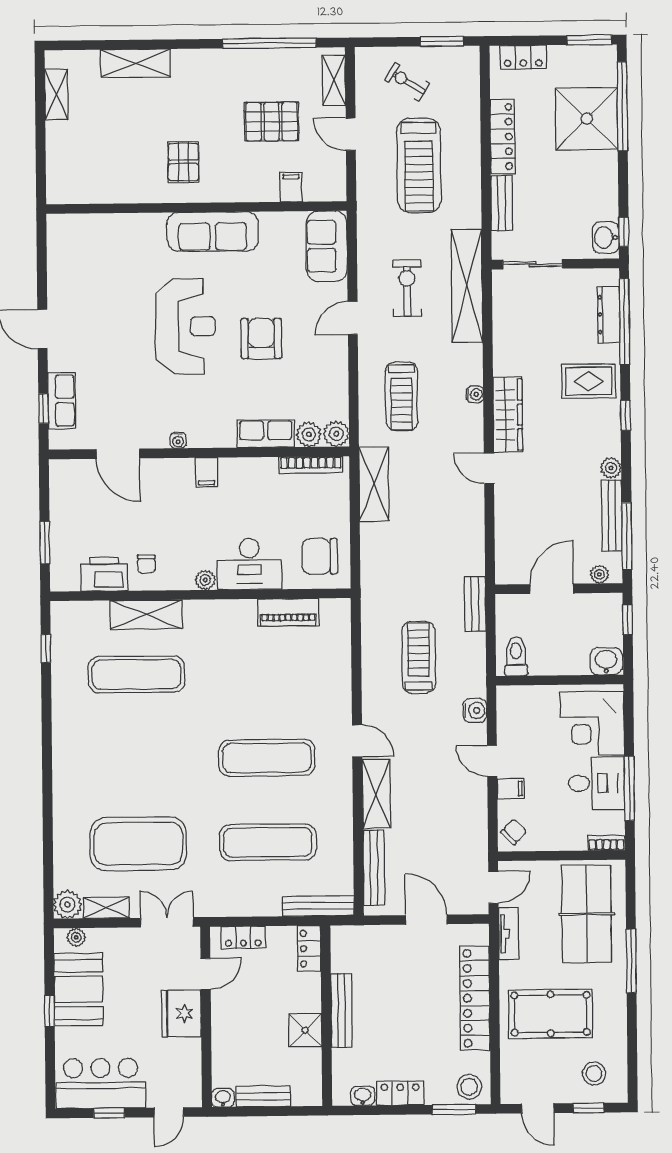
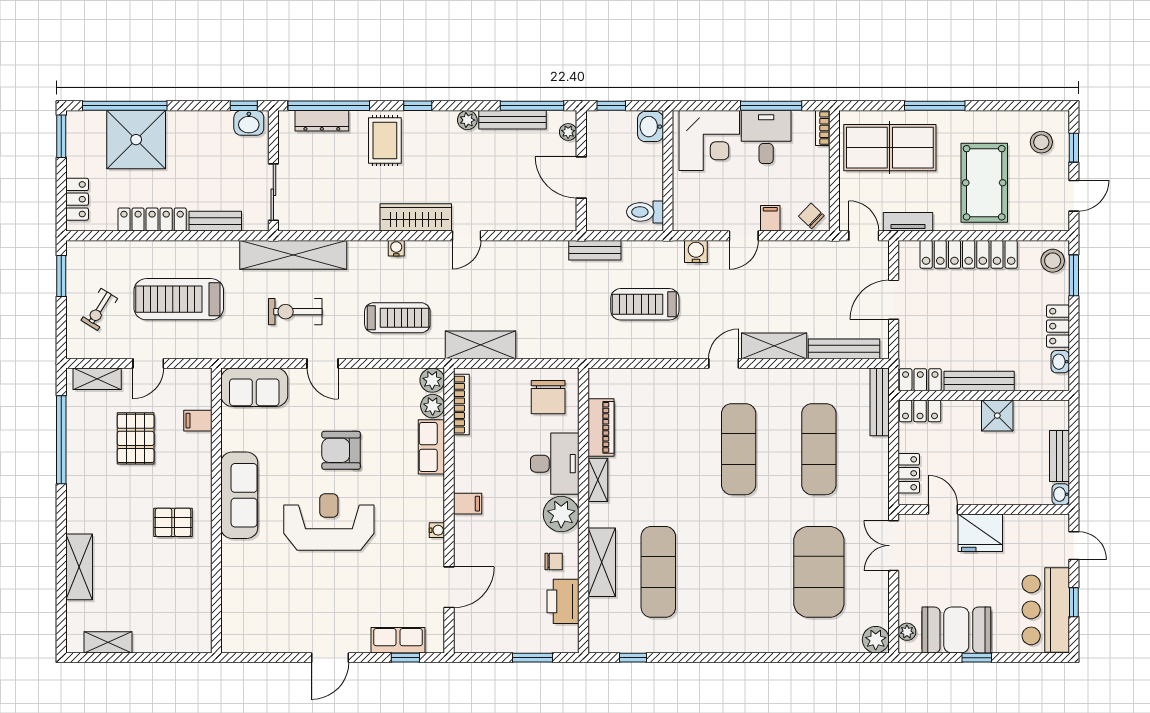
treadmill: (419, 166) -> (179, 299), turned 180
plant: (205, 580) -> (561, 514), width x1.88, depth x1.88
shelving: (106, 908) -> (598, 480), moved
locker: (342, 949) -> (920, 380), added

